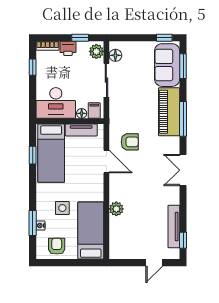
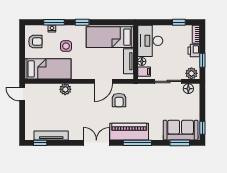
piano: (169, 112) -> (129, 132), moved
window: (33, 155) -> (82, 22), moved
door: (154, 263) -> (22, 94), moved

